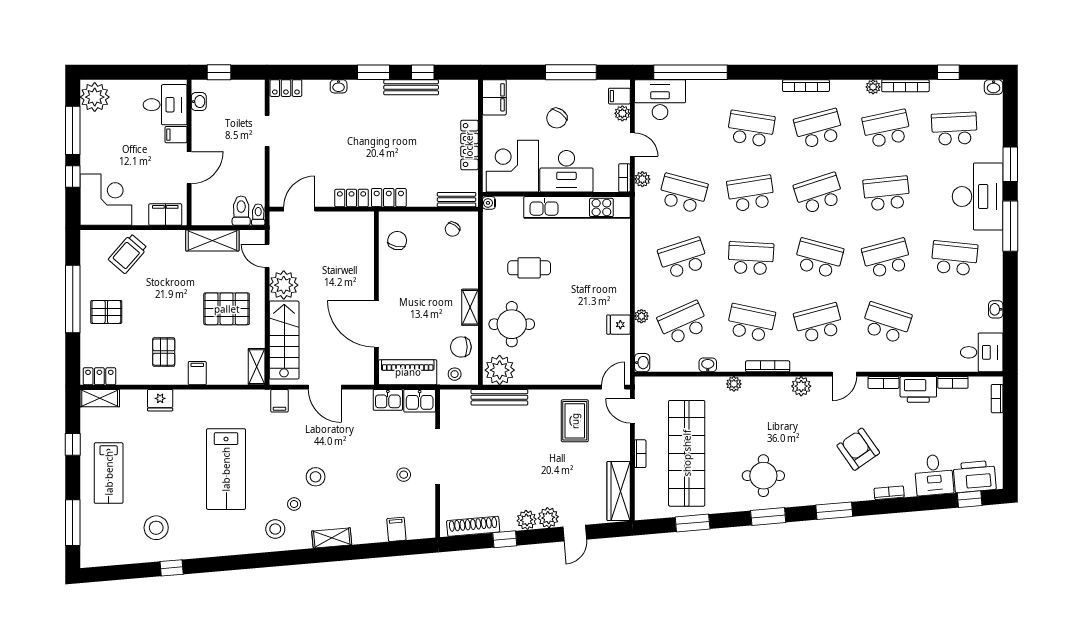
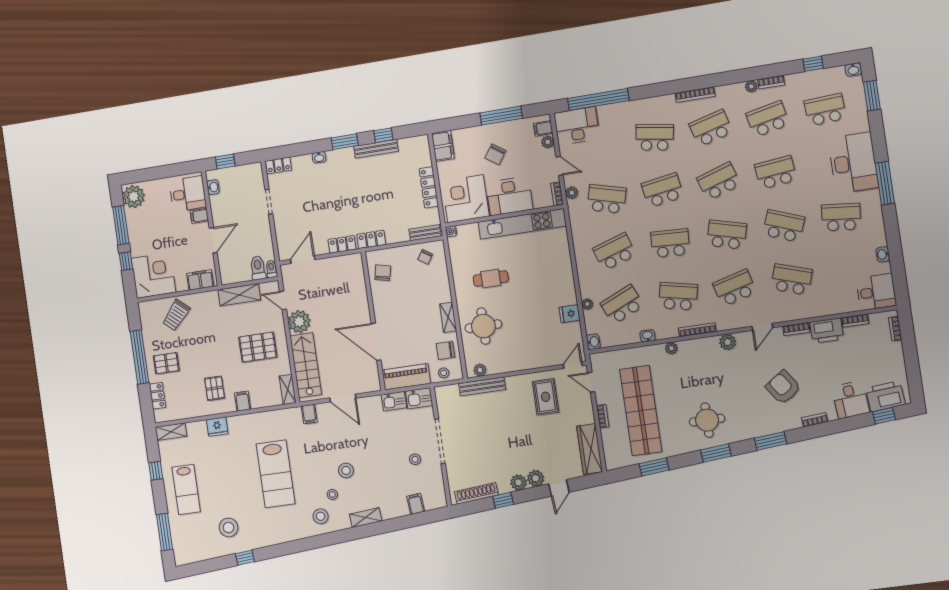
bookcase: (905, 86) -> (771, 82), width x0.64
window: (1010, 164) -> (872, 96), moved
school desk: (887, 258) -> (784, 226), turned 36
plant: (500, 370) -> (480, 370), width x0.53, depth x0.53
locker: (99, 376) -> (157, 396), moved, turned 90

